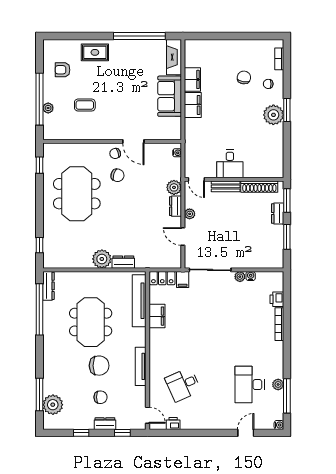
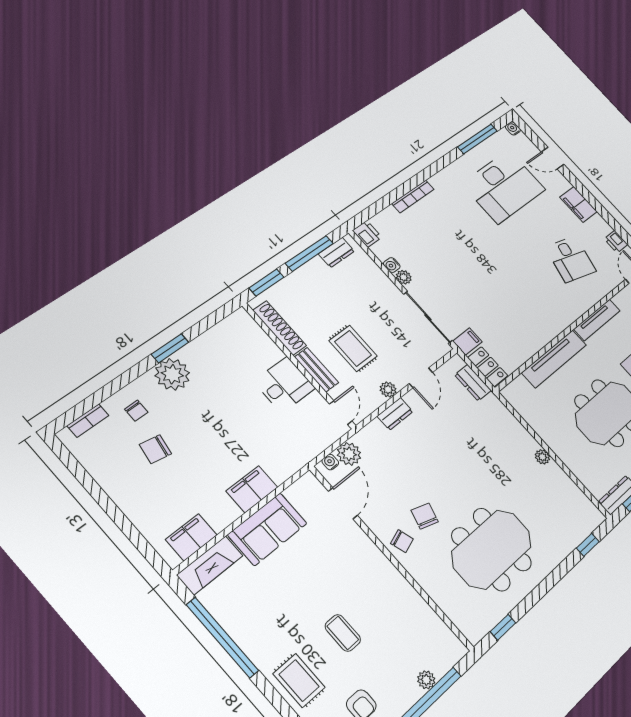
filing cabinet: (192, 79) -> (191, 537), moved
coffee table: (85, 105) -> (343, 633), moved
window: (287, 110) -> (170, 348), moved
door: (133, 141) -> (343, 503), moved
plant: (174, 187) -> (349, 454), moved
dresser: (278, 214) -> (336, 252), moved
rug: (223, 215) -> (353, 348), added
window: (287, 237) -> (309, 253), width x1.44
plant: (102, 259) -> (542, 457), width x0.53, depth x0.53
dresser: (123, 262) -> (473, 383), moved
printer: (277, 299) -> (367, 234), moved, turned -90
tv unit: (139, 301) -> (554, 359), moved
filing cabinet: (157, 316) -> (578, 204), moved, turned -90
plant: (278, 384) -> (475, 156), removed
desk: (183, 385) -> (571, 259), turned 39
desk: (250, 385) -> (504, 187), width x1.36, depth x1.30

